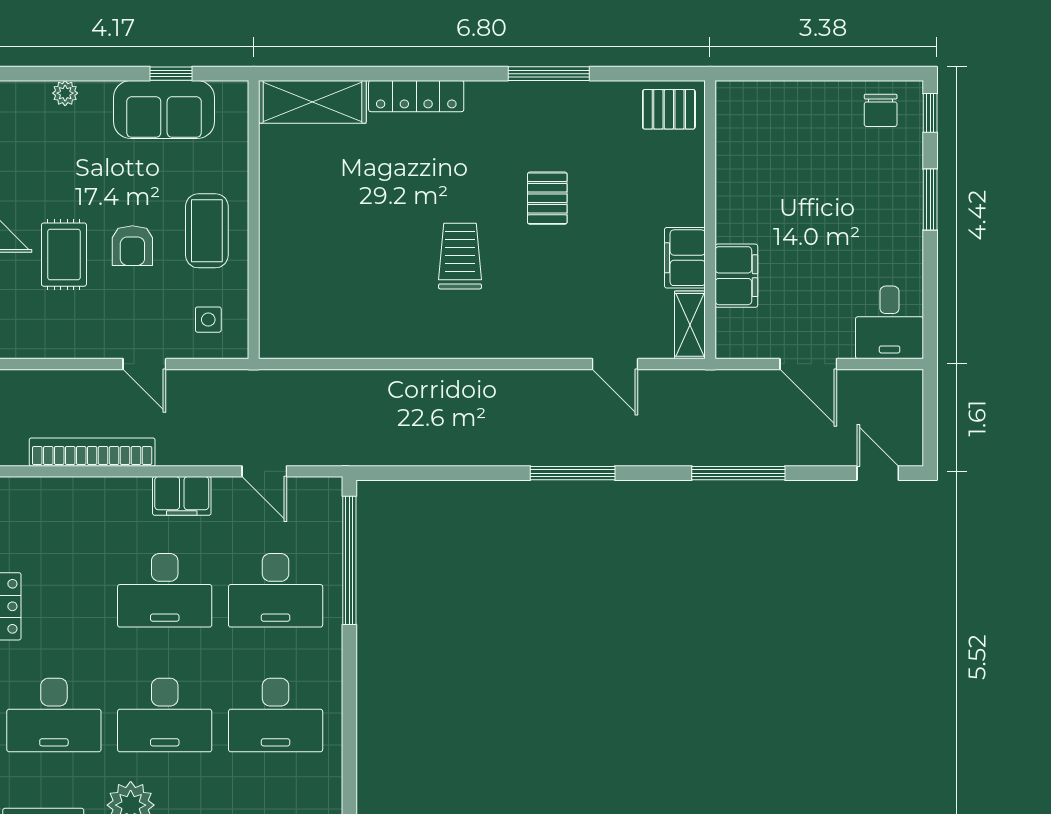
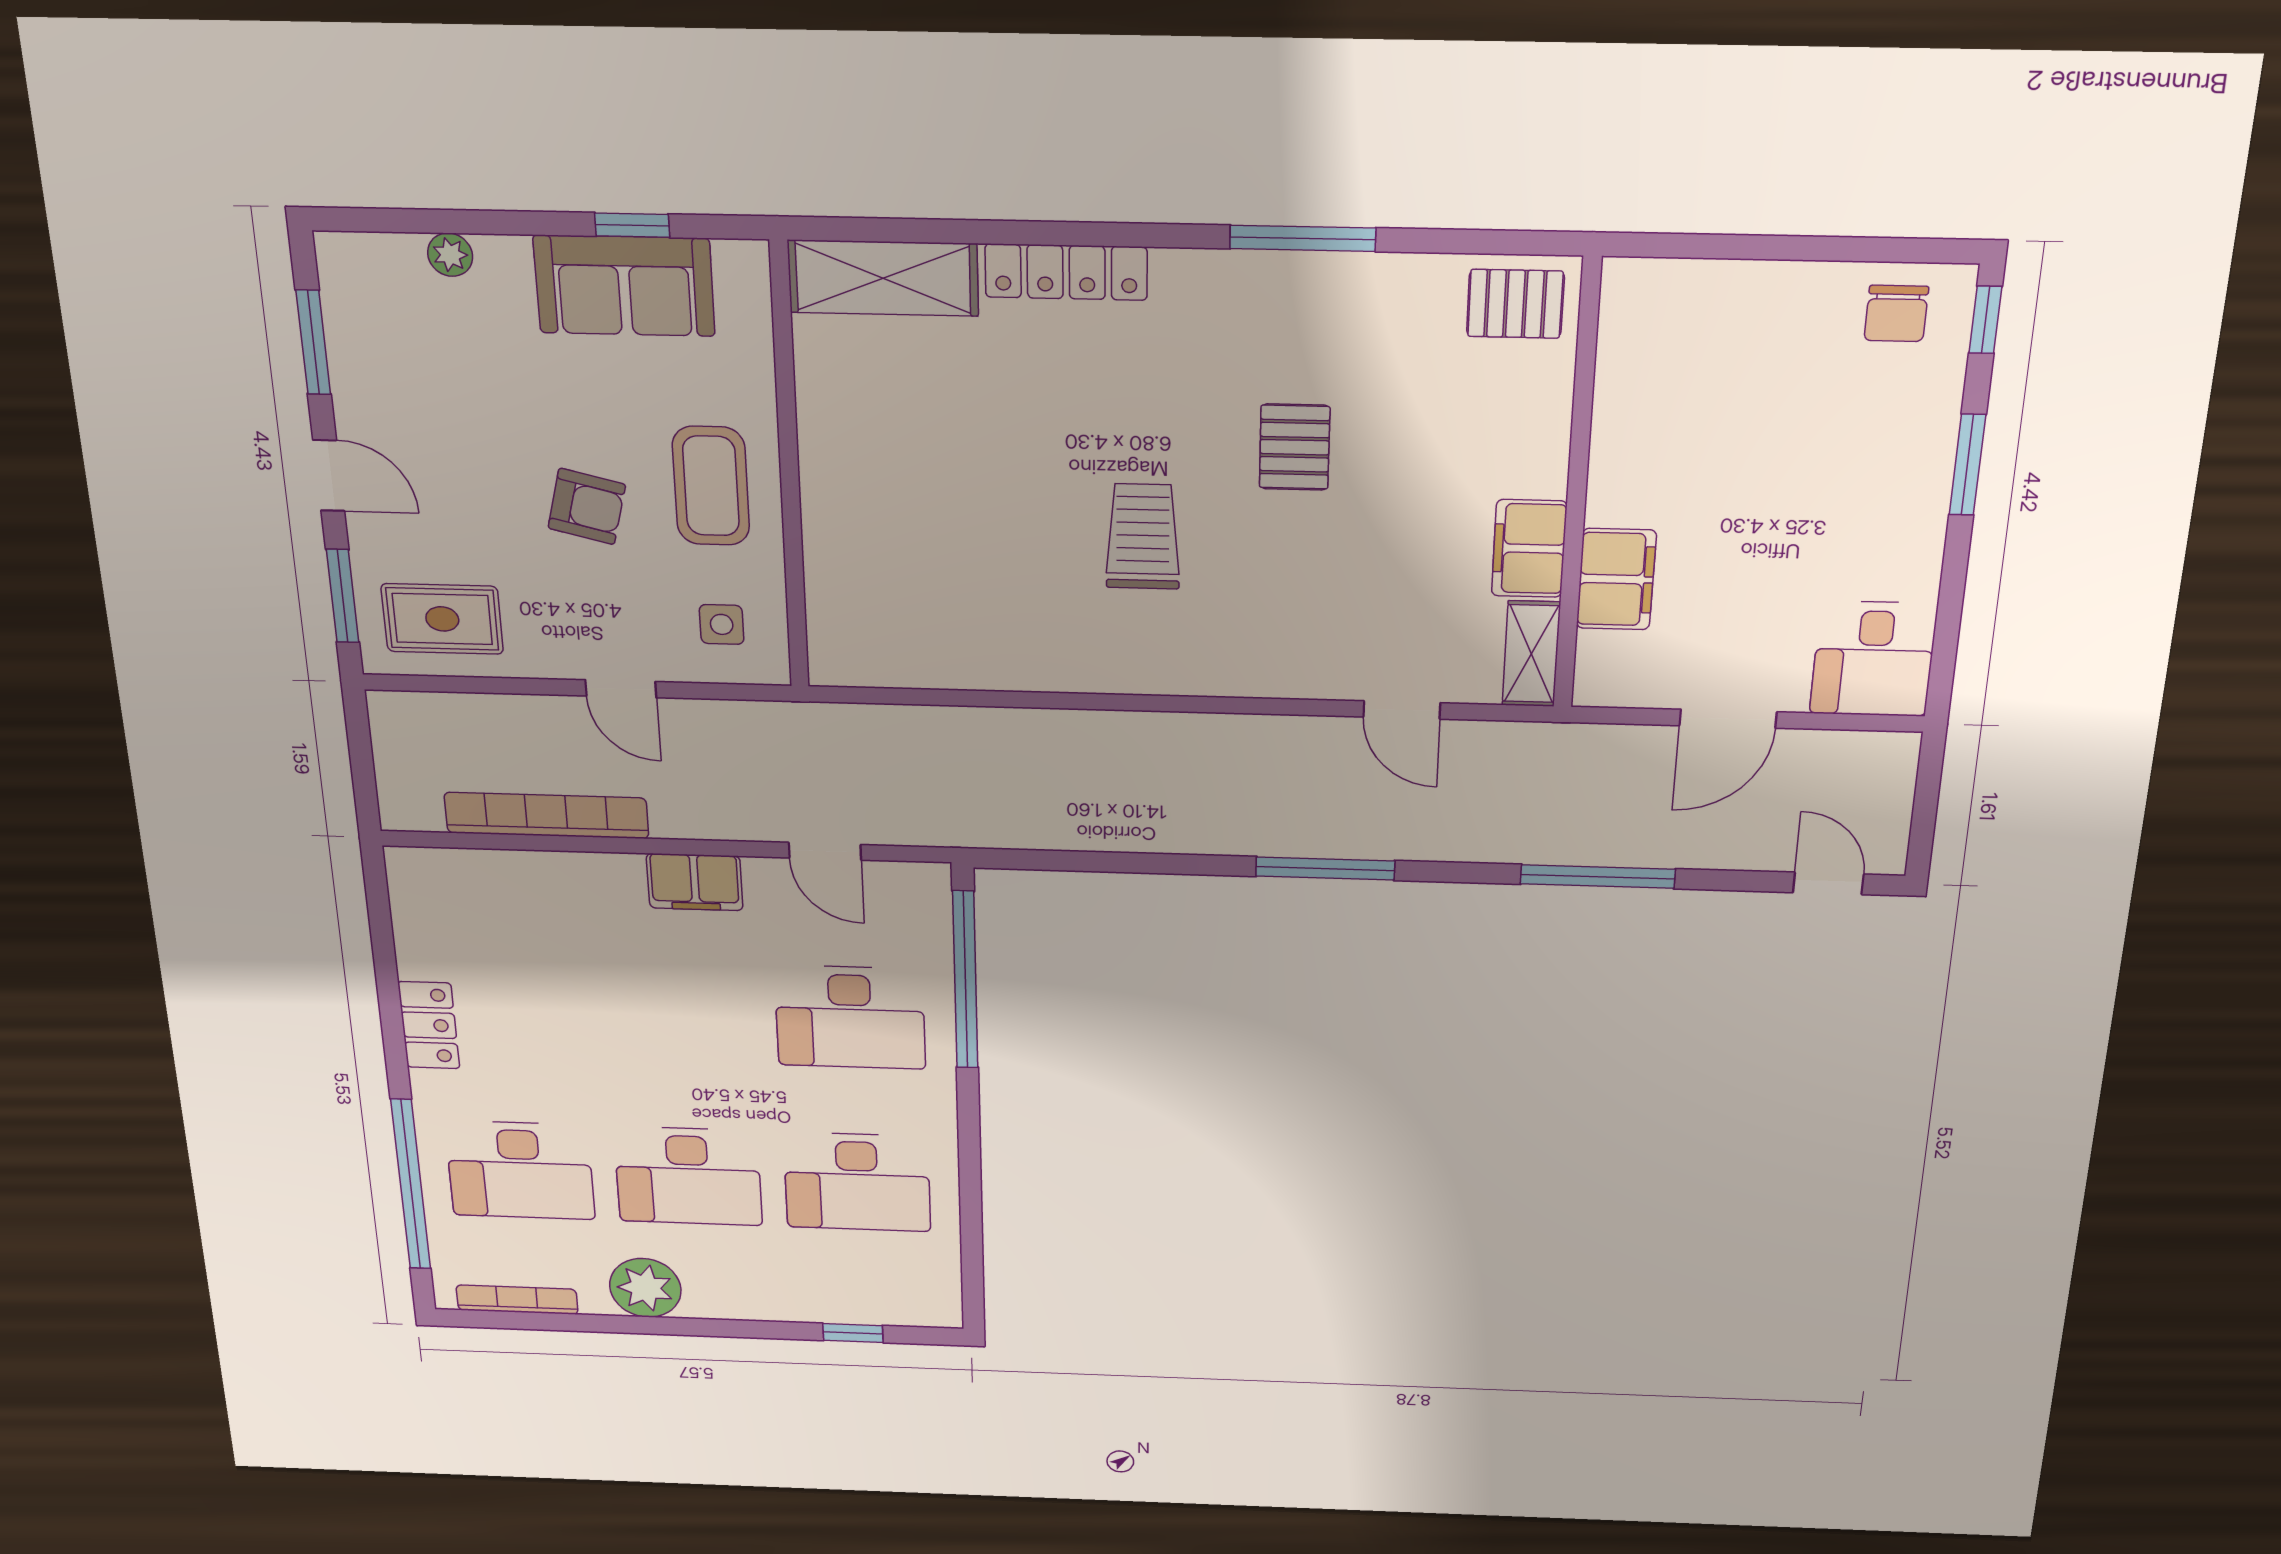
armchair: (132, 246) -> (587, 506), turned -76
rug: (64, 255) -> (442, 619), moved, turned 90
door: (808, 364) -> (1728, 719), hinge flipped
desk: (165, 590) -> (677, 1012), removed

